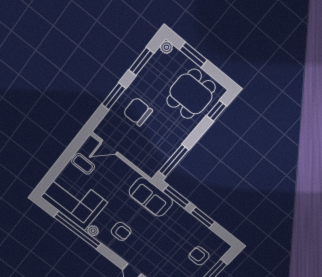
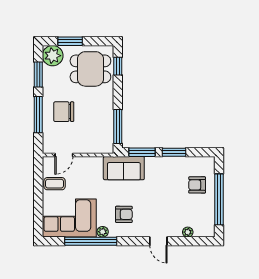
plant: (166, 47) -> (53, 56), width x1.88, depth x1.88
dining table: (191, 94) -> (90, 69), turned 90
window: (114, 96) -> (38, 115), width x1.44

